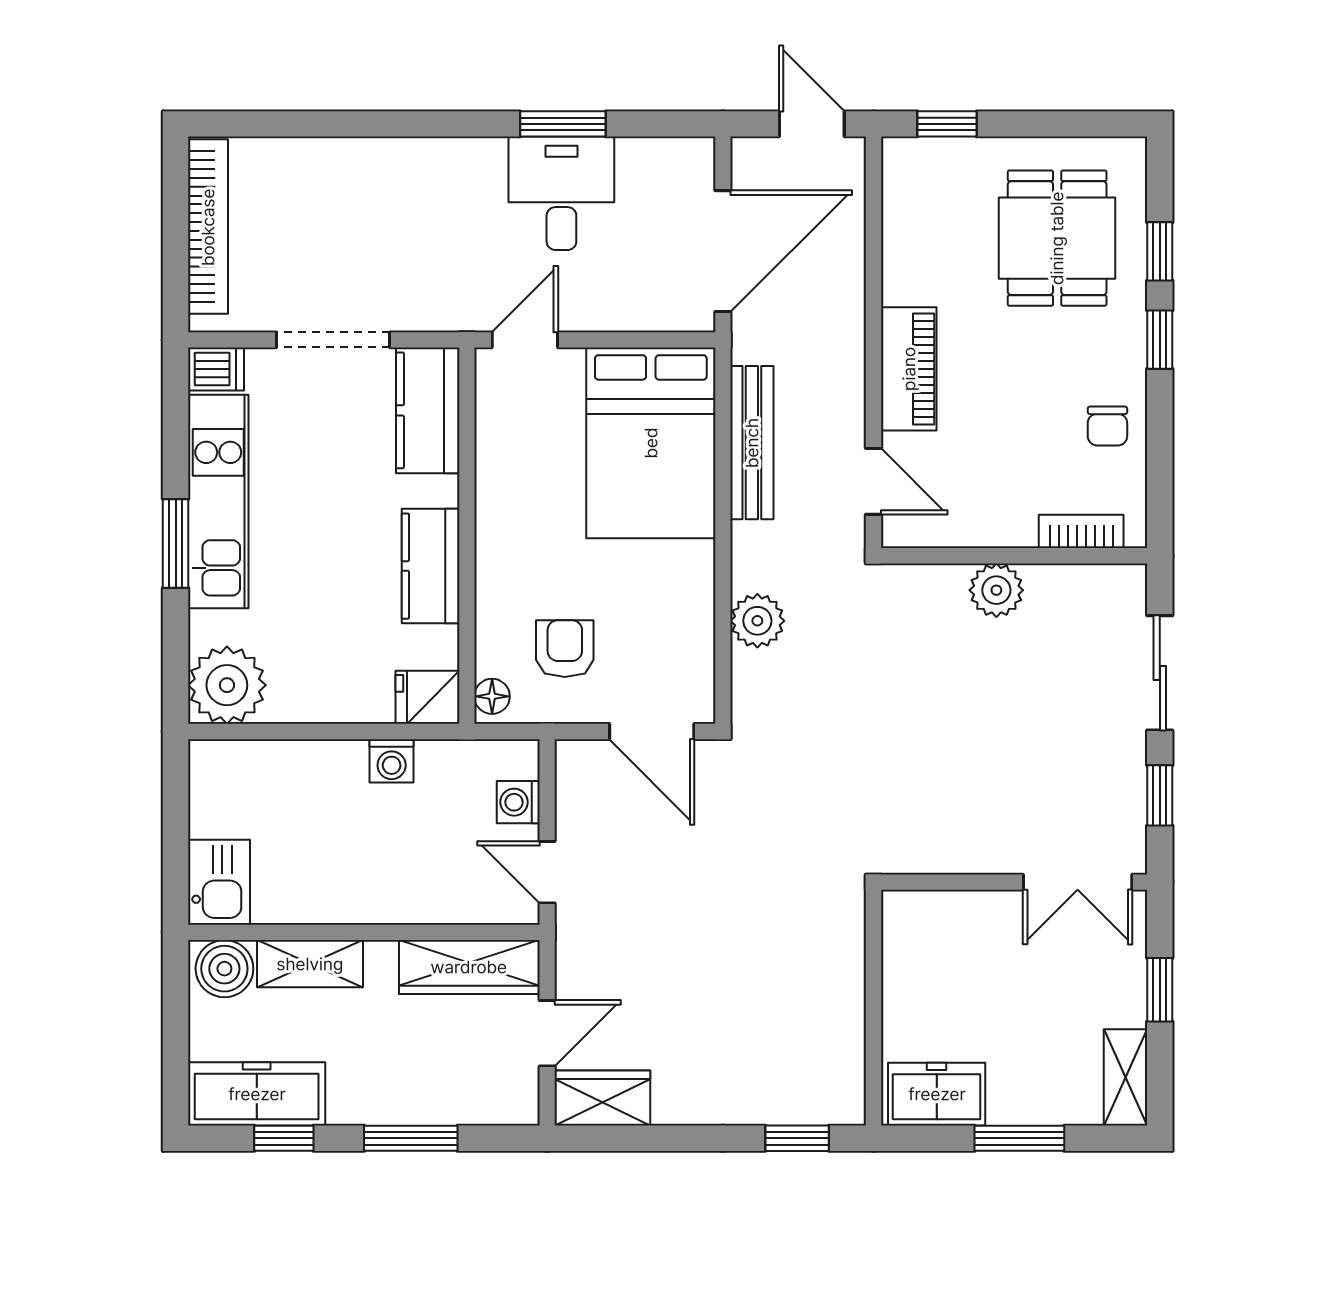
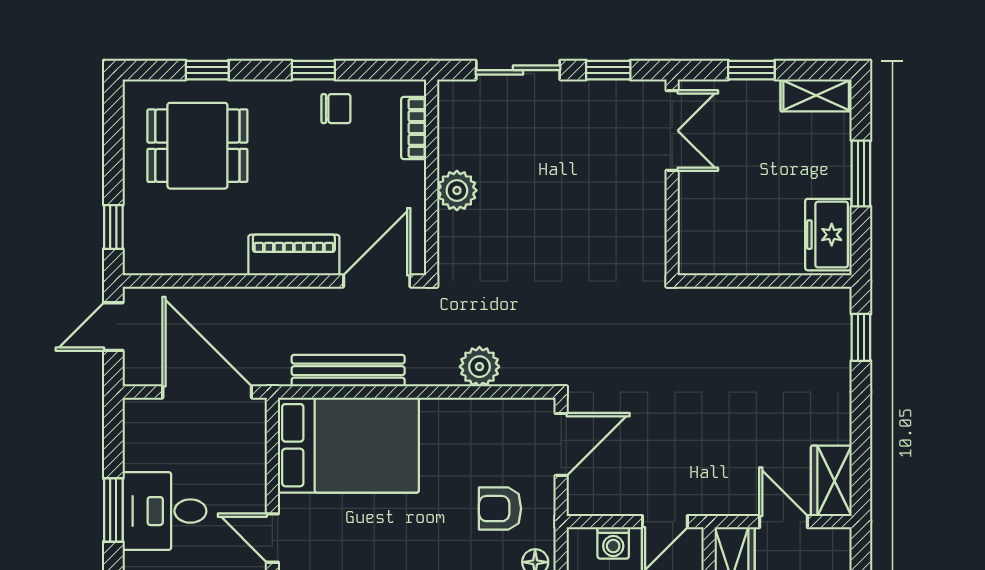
window: (1160, 340) -> (313, 70), moved
door: (874, 481) -> (377, 281), width x1.38

